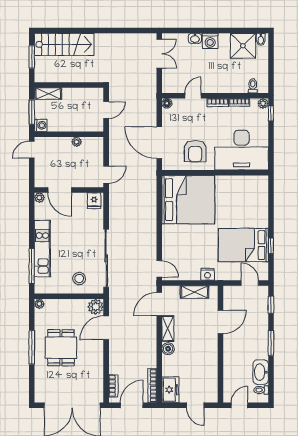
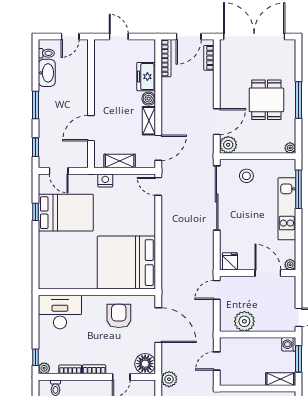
plant: (149, 94) -> (169, 379), added
floor lamp: (167, 103) -> (145, 364), width x1.89, depth x1.89
plant: (77, 142) -> (244, 321), width x1.88, depth x1.88
desk: (242, 150) -> (60, 312), width x0.73, depth x0.77
freezer: (170, 390) -> (146, 77), moved

